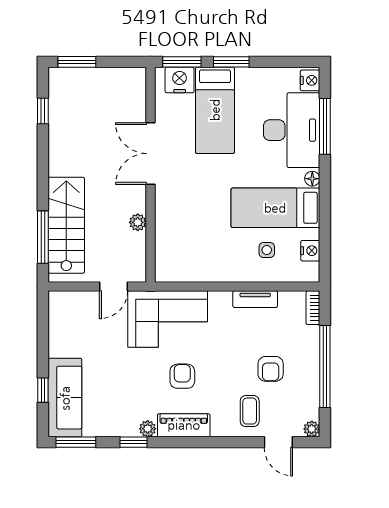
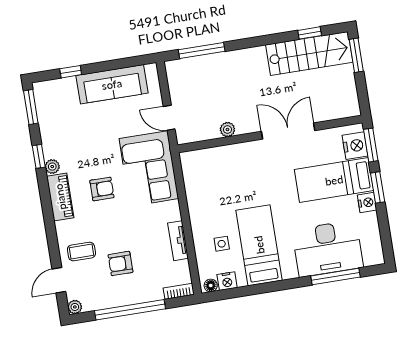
nightstand: (310, 80) -> (367, 203), moved, turned -90
floor lamp: (312, 179) -> (211, 285), moved
stairs: (66, 225) -> (309, 54), moved
sofa: (65, 398) -> (112, 84), moved

